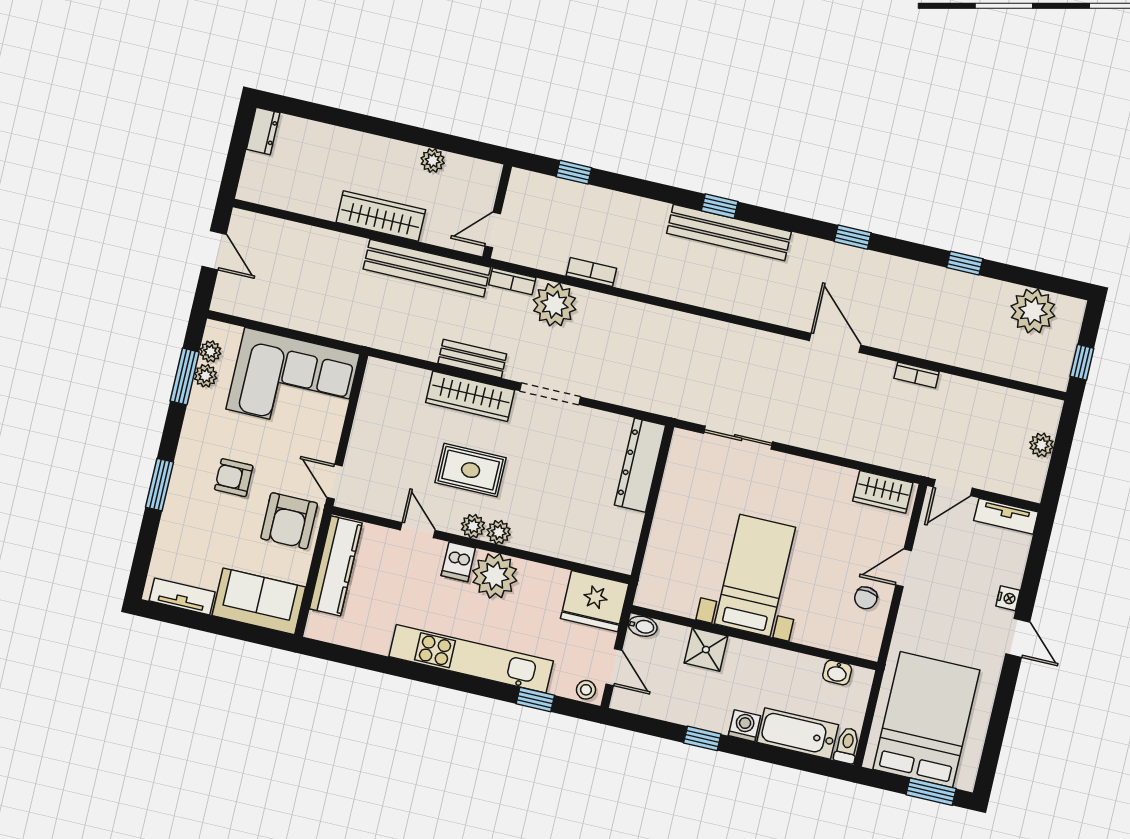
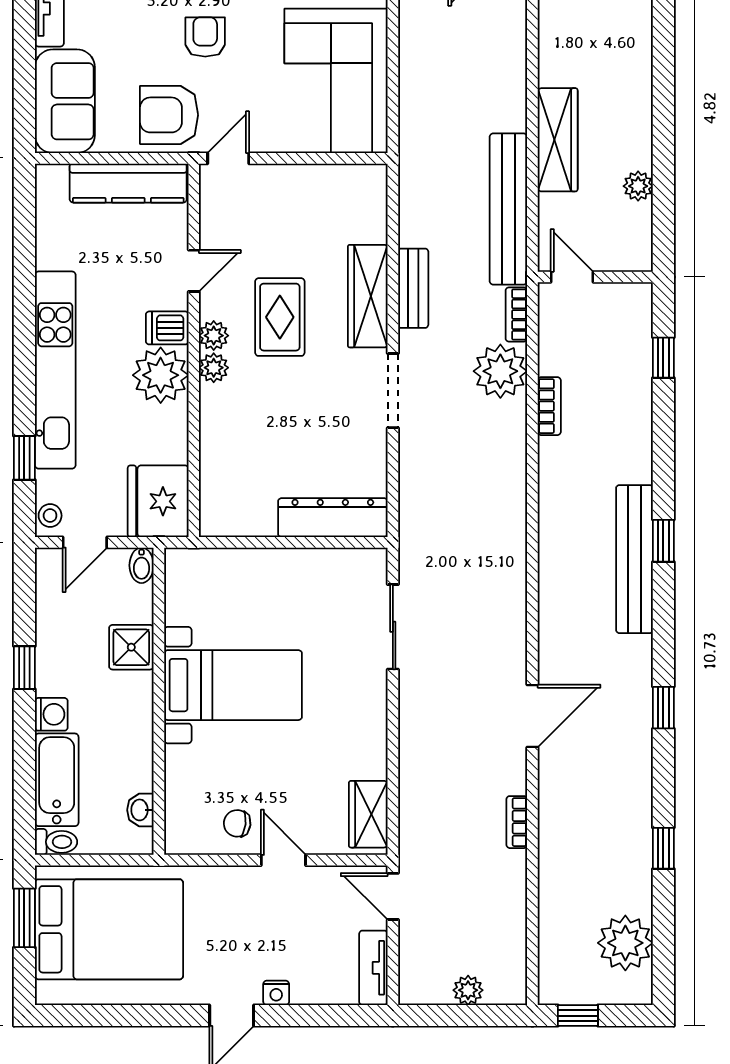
window: (931, 792) -> (24, 918), moved

